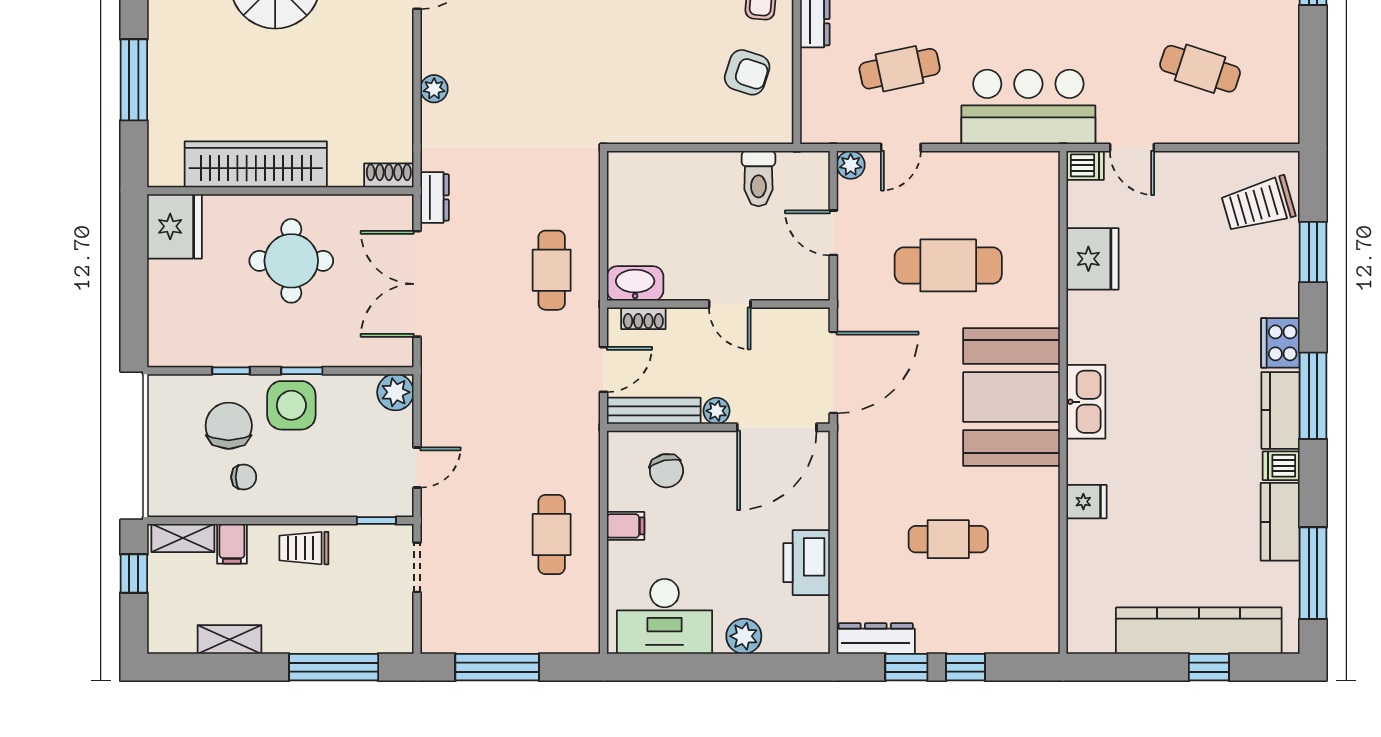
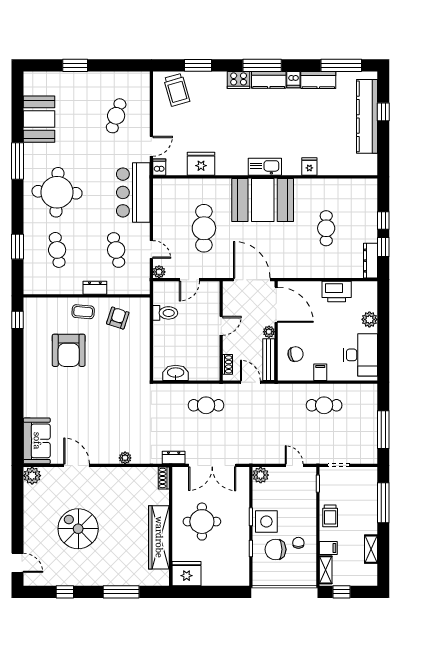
washbasin: (635, 283) -> (176, 373), moved, turned 90

